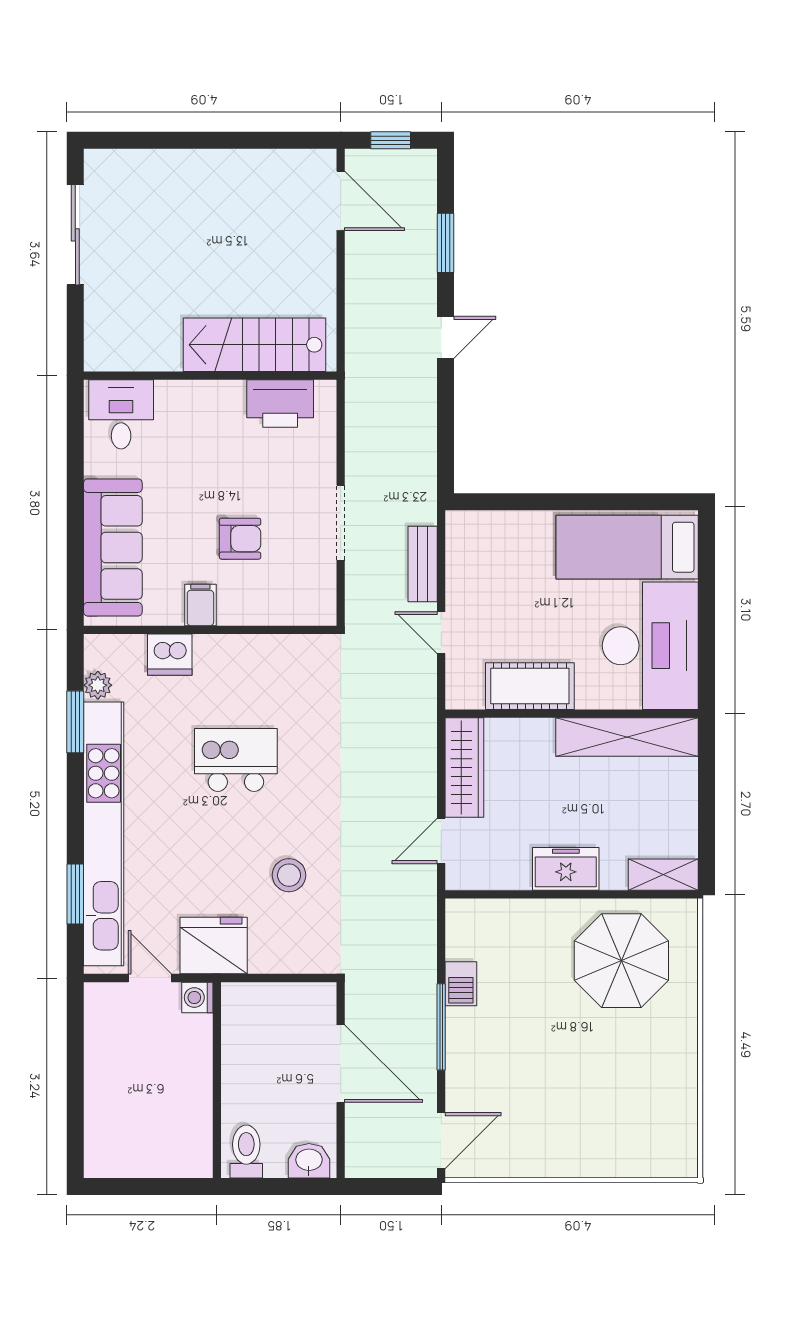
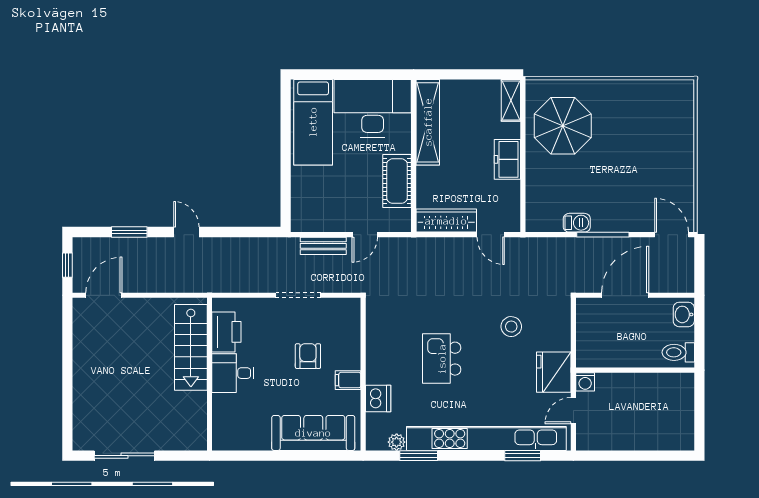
desk: (121, 414) -> (233, 373), moved

